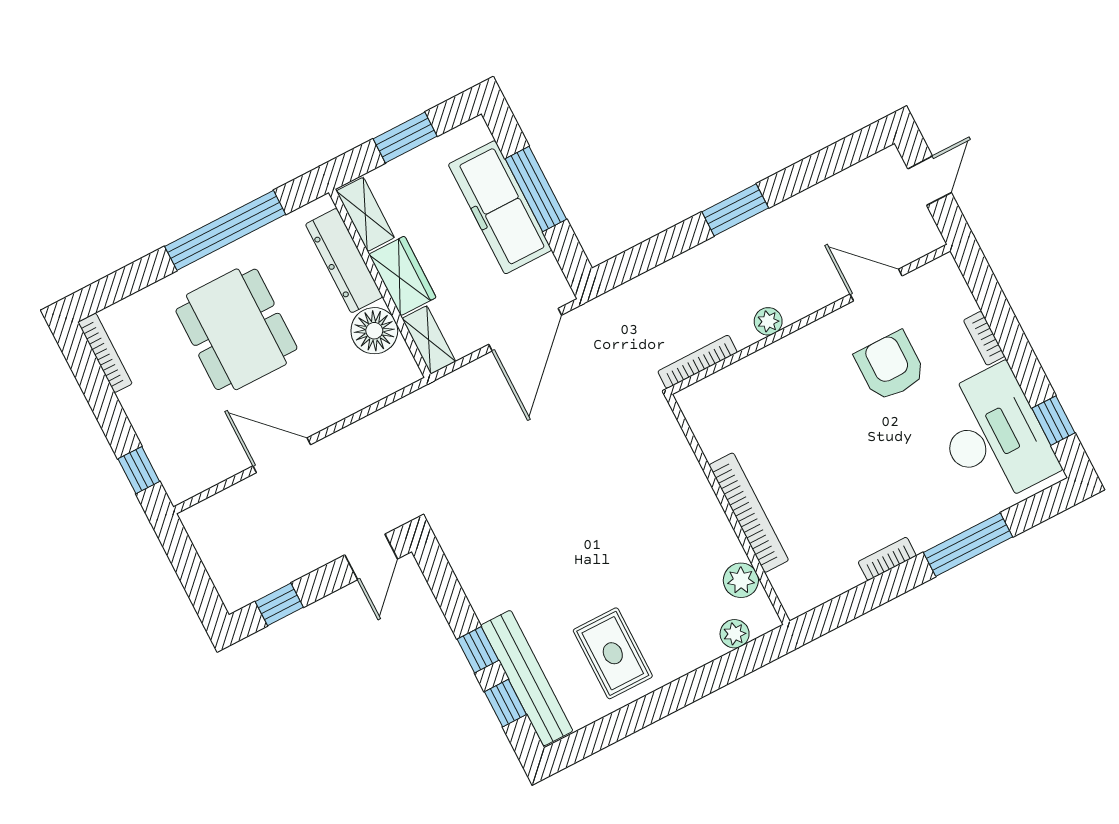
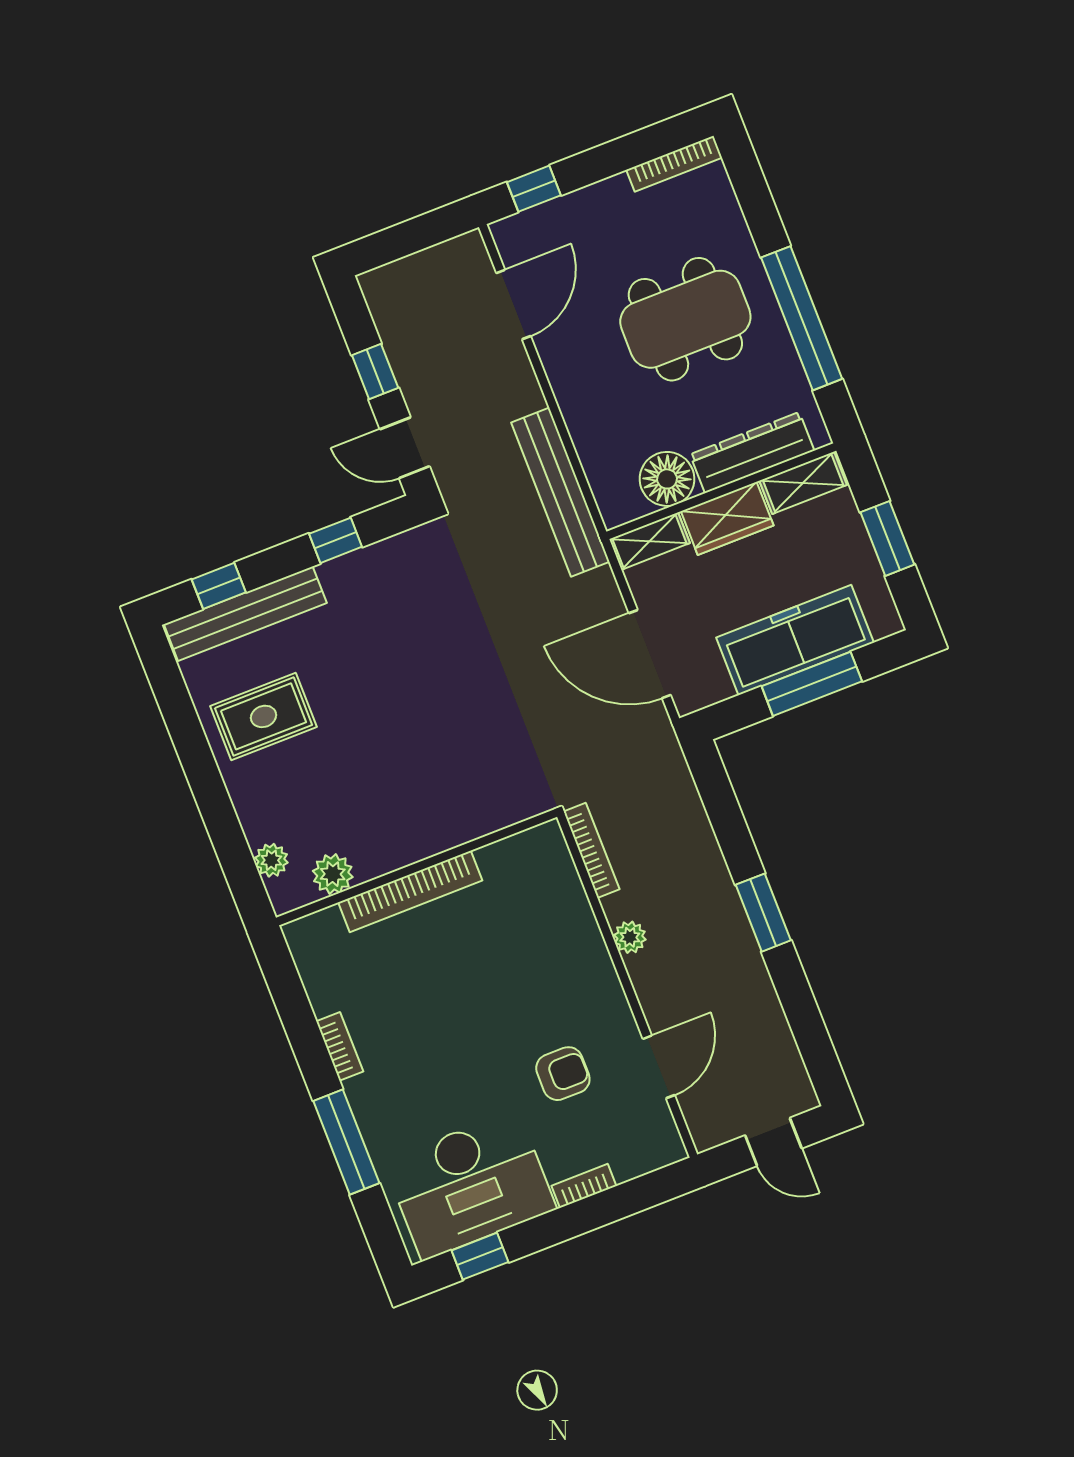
armchair: (890, 366) -> (563, 1074), width x0.72, depth x0.72
bench: (395, 420) -> (560, 492), added
door: (282, 455) -> (513, 304), moved
window: (279, 604) -> (375, 372), moved
window: (478, 650) -> (336, 540), moved

